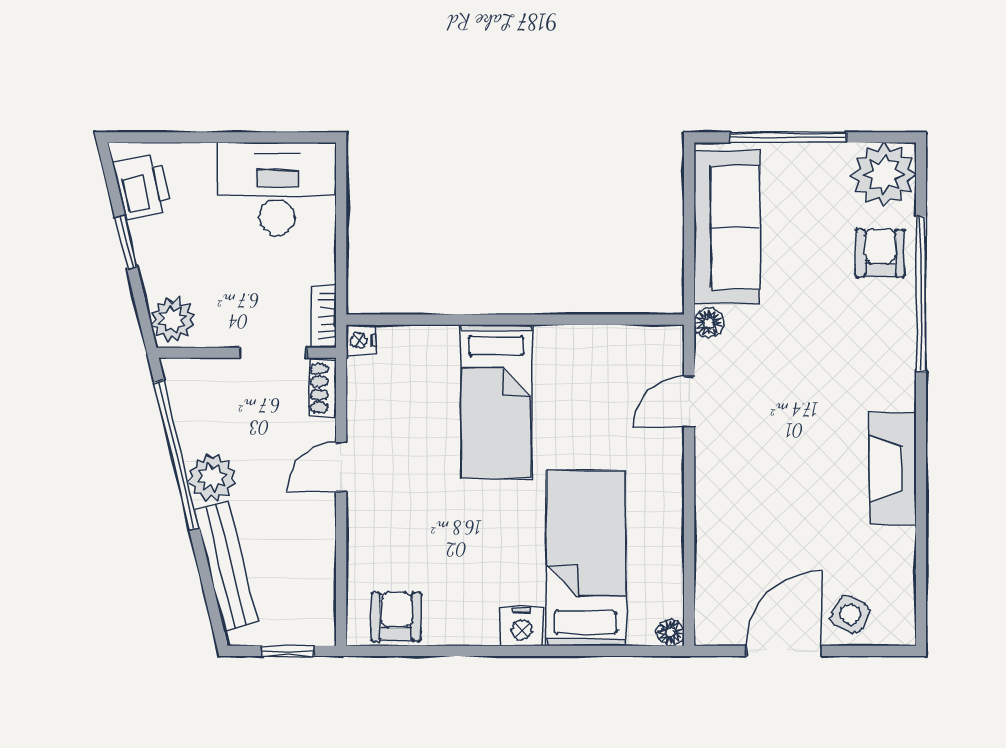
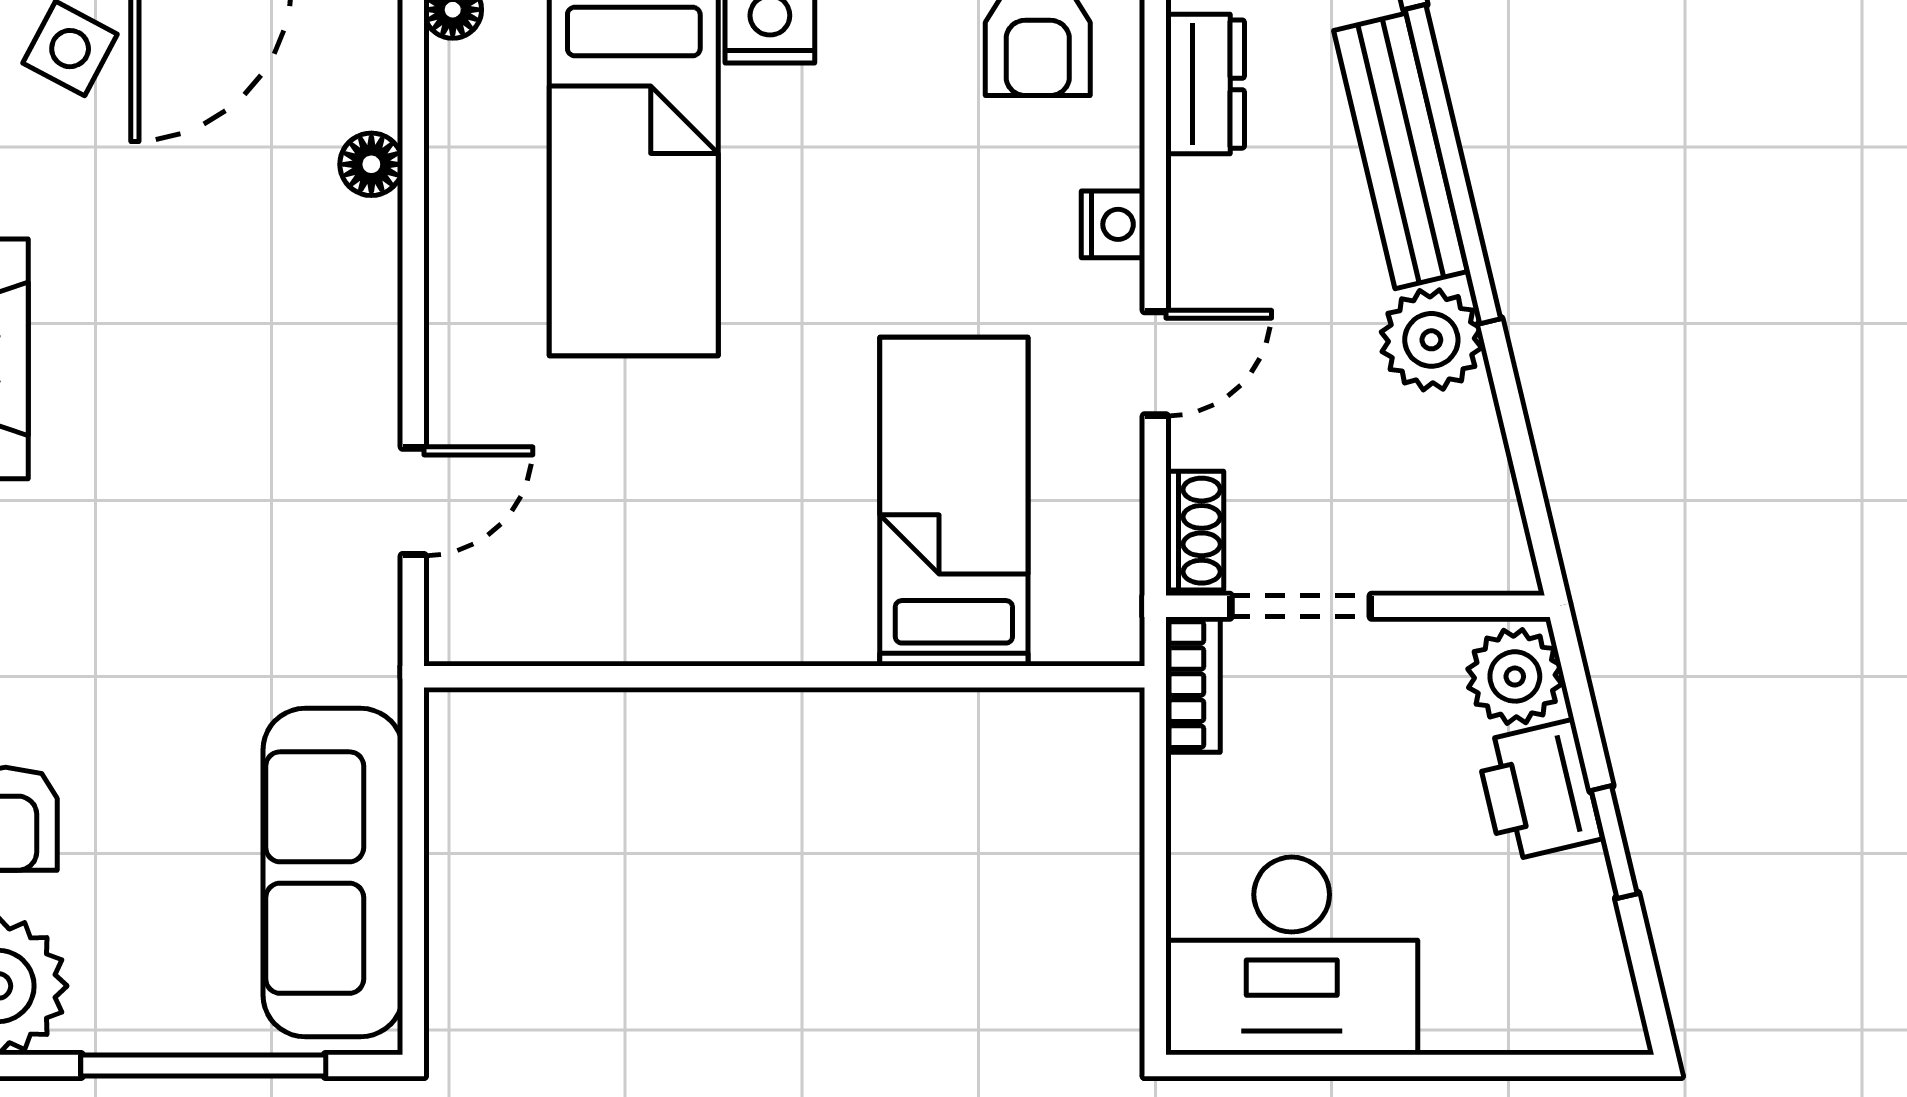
printer: (142, 187) -> (1539, 791), moved
floor lamp: (709, 323) -> (371, 164), moved
nightstand: (361, 340) -> (1113, 224), moved
bed: (496, 402) -> (954, 502), moved
window: (177, 455) -> (1453, 164), moved
dresser: (318, 598) -> (1205, 84), added

